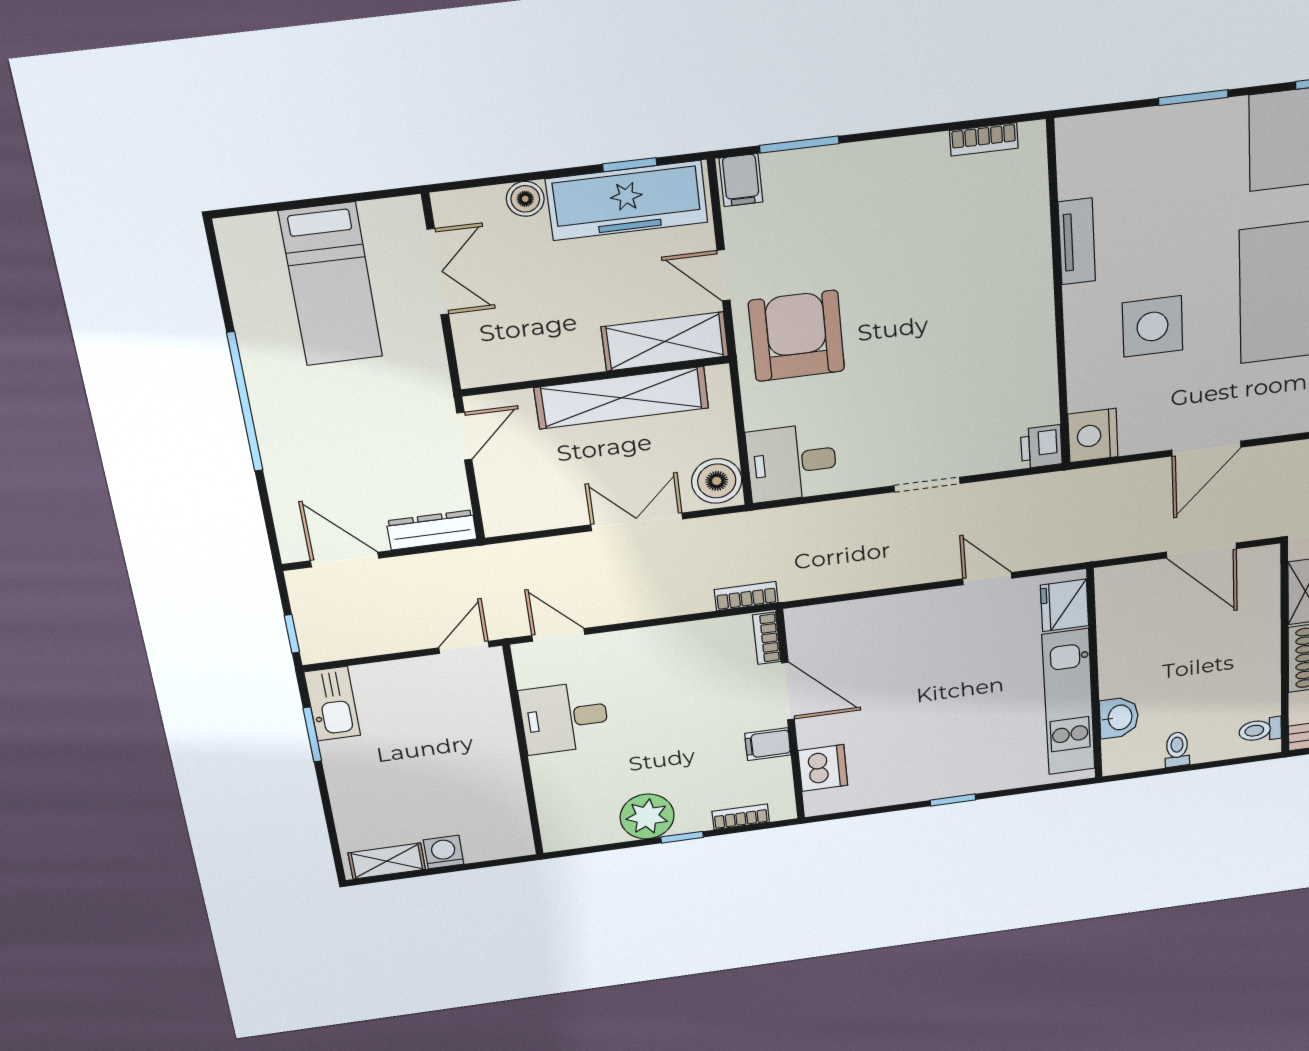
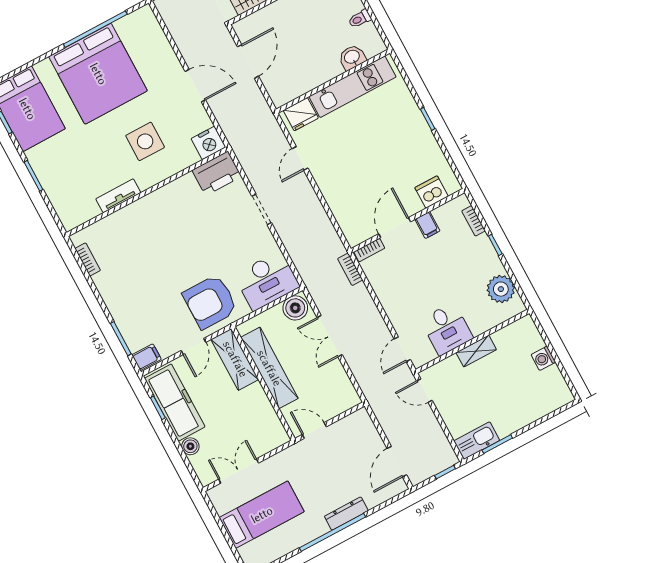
printer: (1041, 447) -> (217, 173), width x1.87, depth x1.48
desk: (792, 463) -> (267, 281), width x1.37
dresser: (432, 530) -> (346, 514), moved, turned 90
plant: (647, 816) -> (501, 289), moved
shelving: (387, 861) -> (476, 351), moved, turned 90

